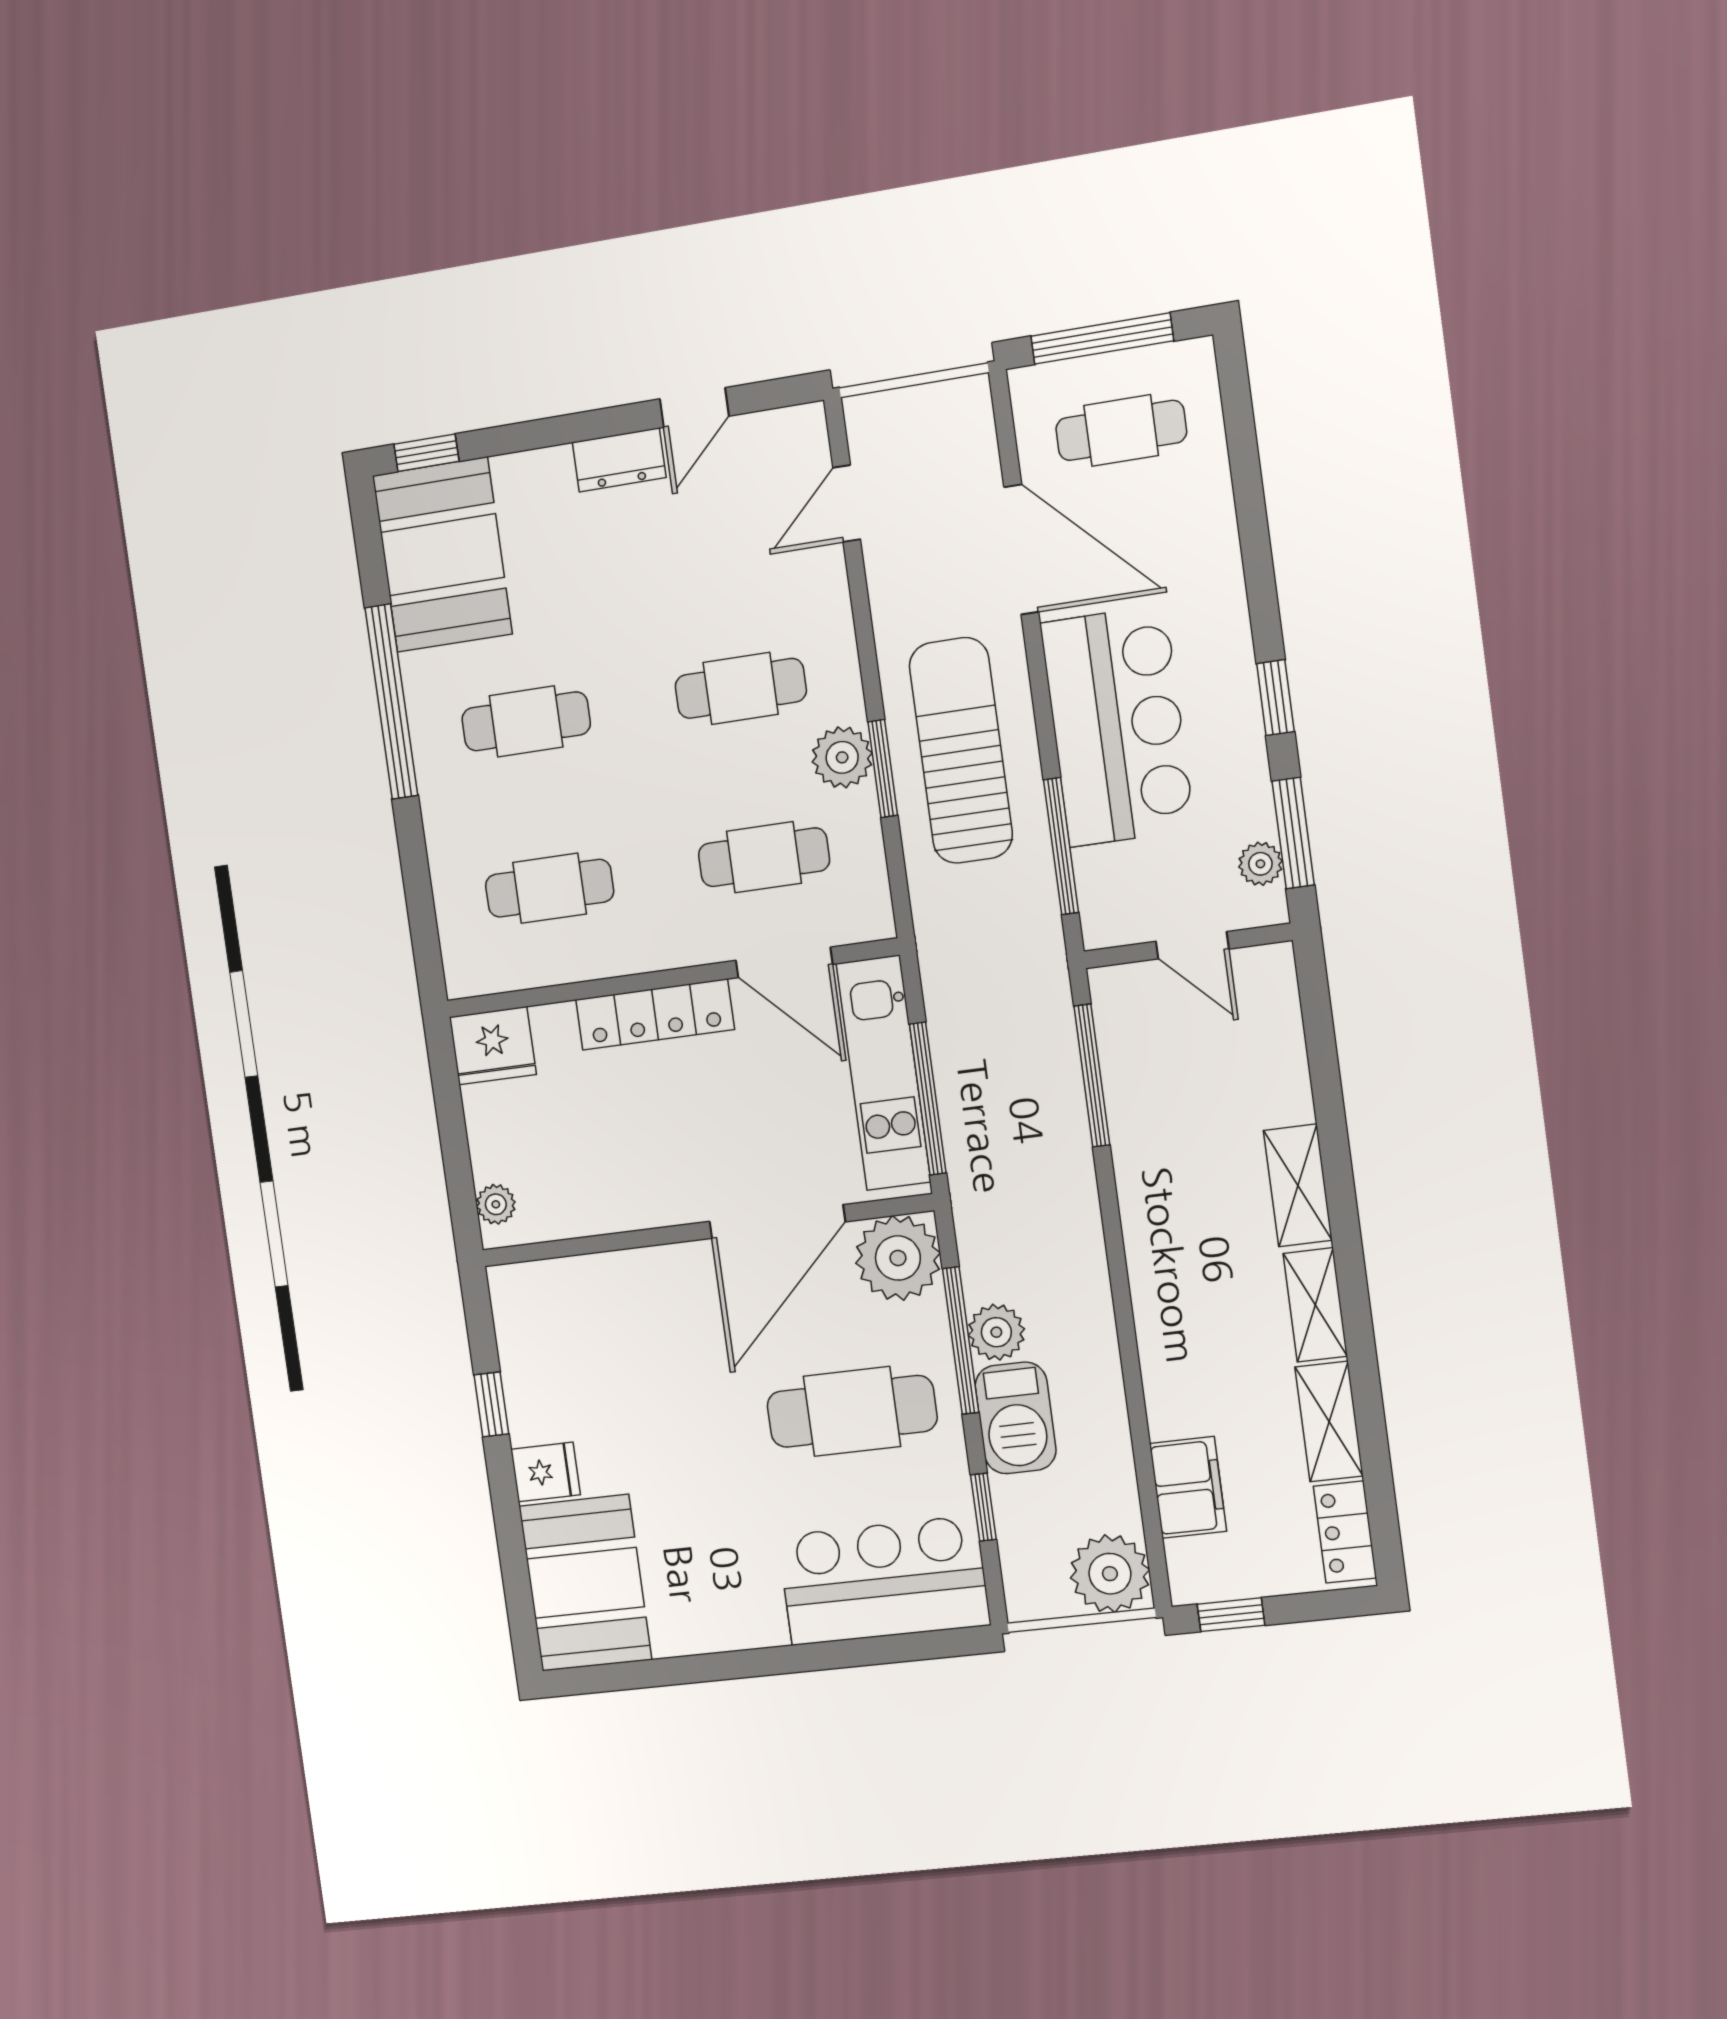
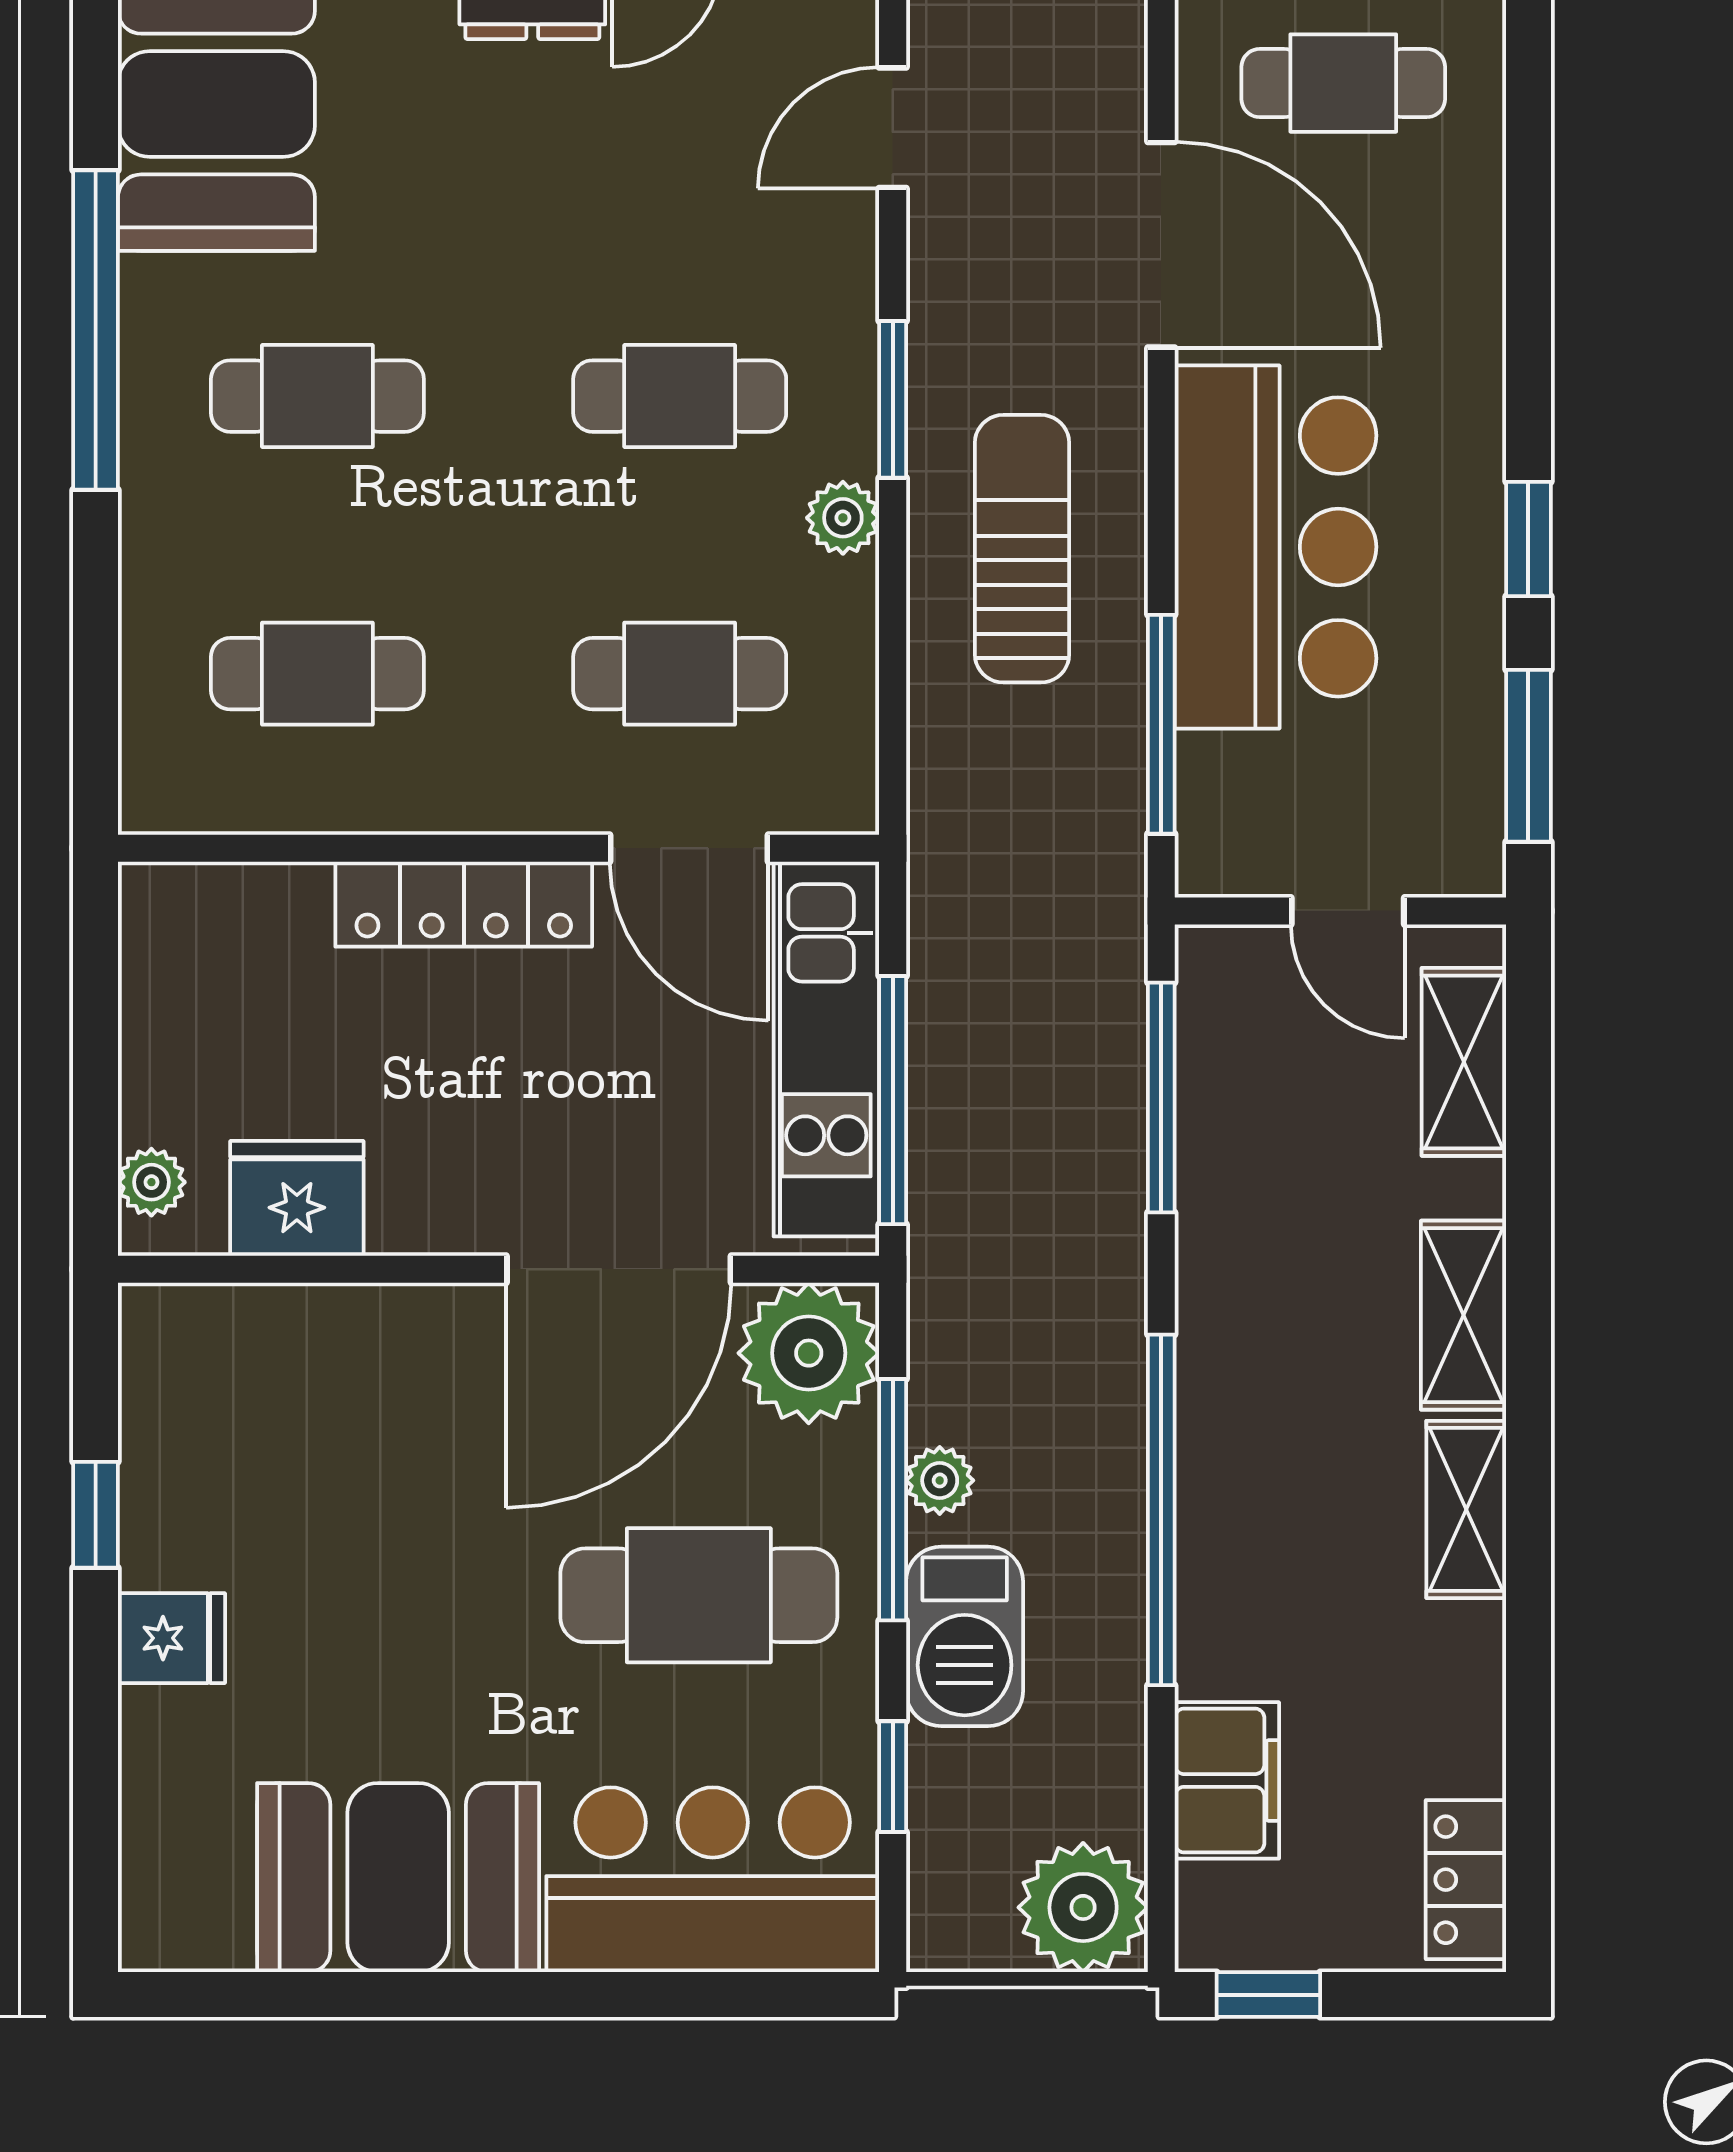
sun lounger: (961, 751) -> (1022, 549), width x0.73, depth x0.75
plant: (842, 757) -> (843, 518), width x0.73, depth x0.73
window: (883, 768) -> (893, 399), moved
plant: (1260, 864) -> (1471, 797), removed
fridge: (493, 1046) -> (297, 1198), moved, turned 180
window: (1126, 1327) -> (1161, 1510), added
plant: (996, 1332) -> (940, 1480), width x0.73, depth x0.73
shelving: (1329, 1422) -> (1464, 1062), moved
booth: (585, 1583) -> (398, 1878), moved, turned 90

